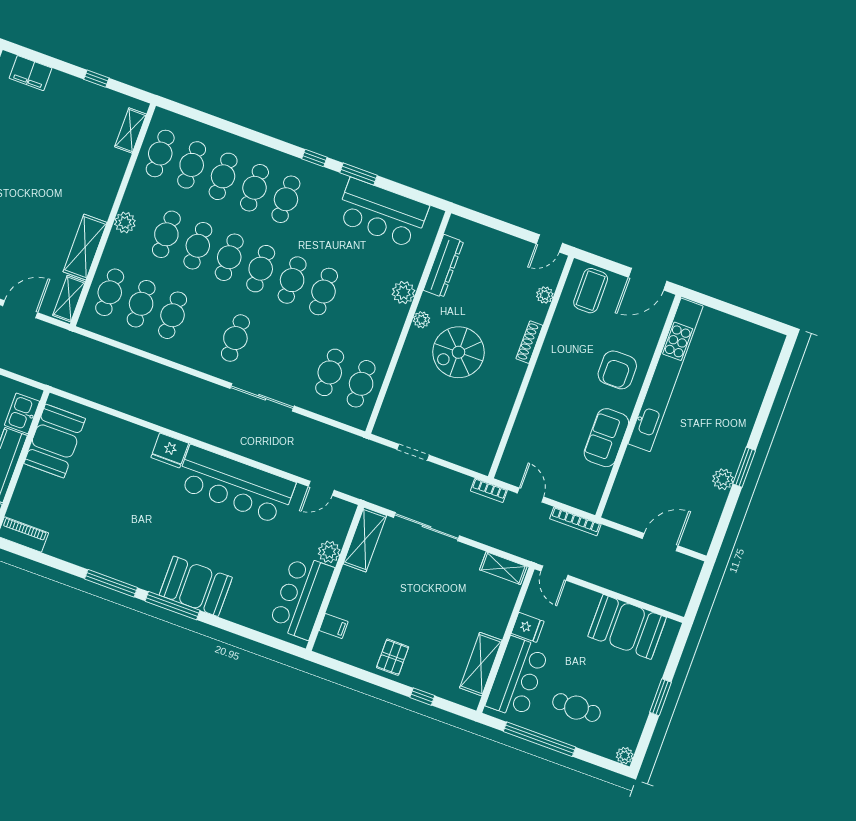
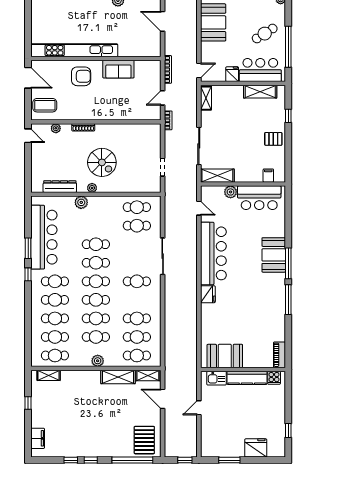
bar counter: (382, 213) -> (44, 237), width x1.36
cafe table: (576, 708) -> (265, 34), turned 58

